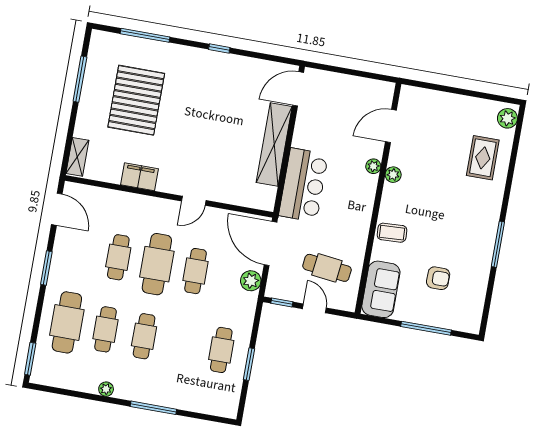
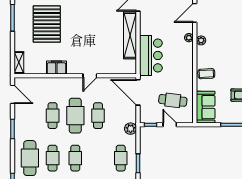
plant: (251, 281) -> (131, 129), moved

